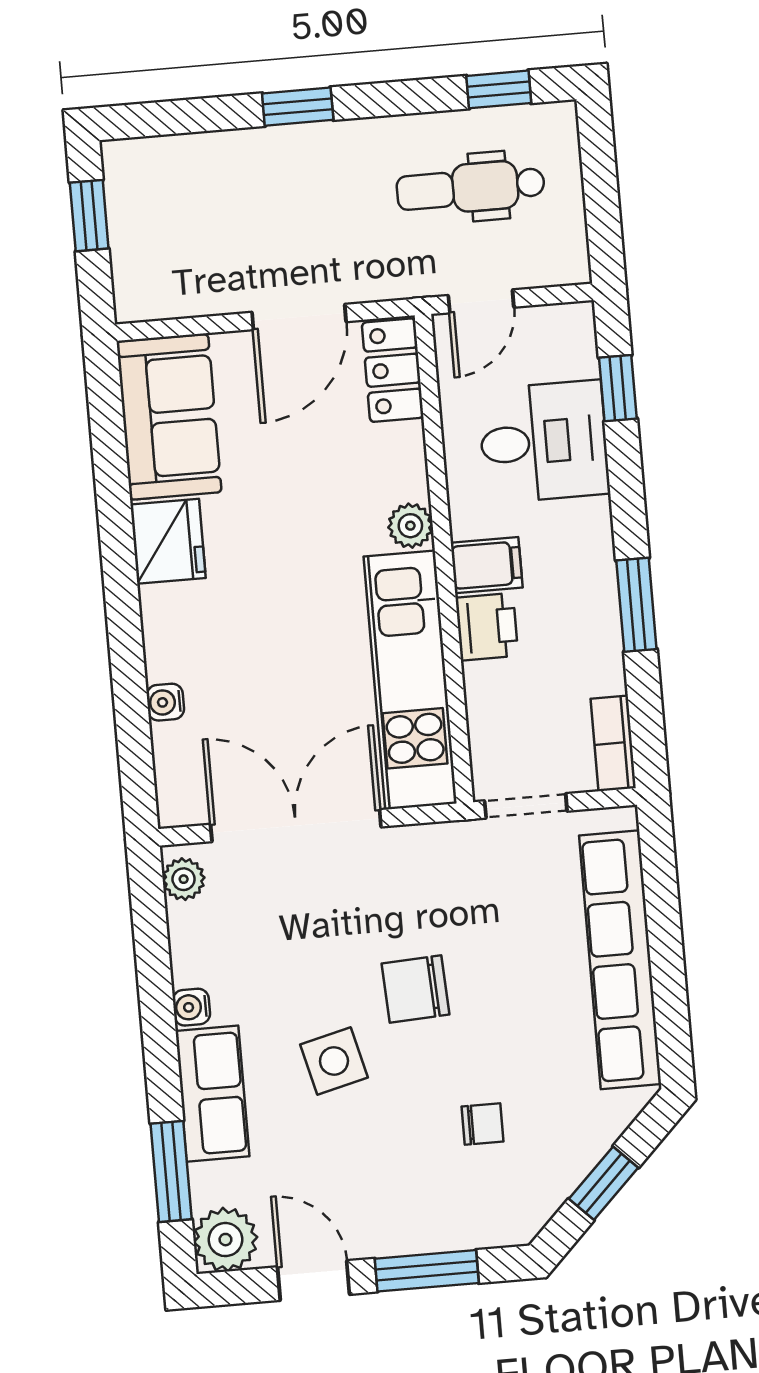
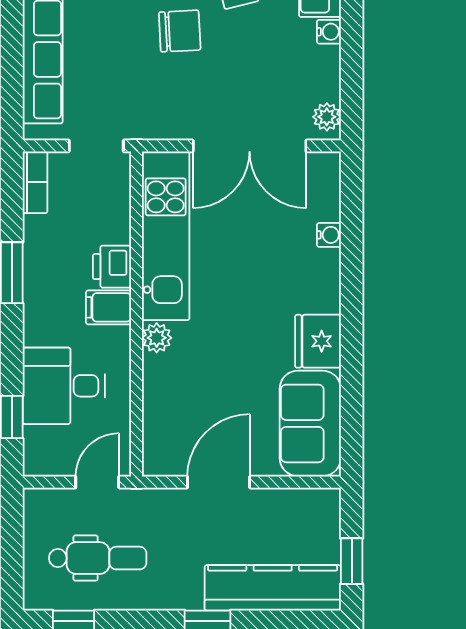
kitchen counter: (204, 165) -> (273, 588), added
locker: (393, 370) -> (160, 442), removed

